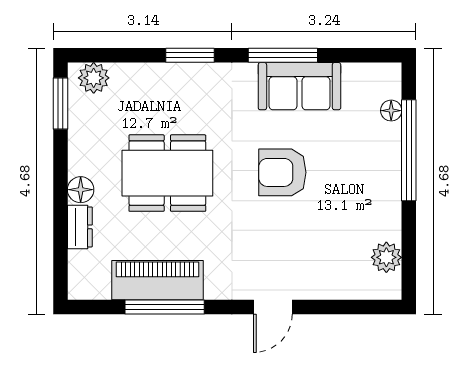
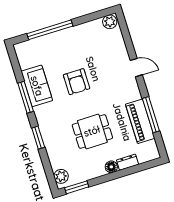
floor lamp: (391, 111) -> (35, 43), removed
dining table: (167, 173) -> (92, 131), width x0.73
plant: (386, 257) -> (110, 22), moved

